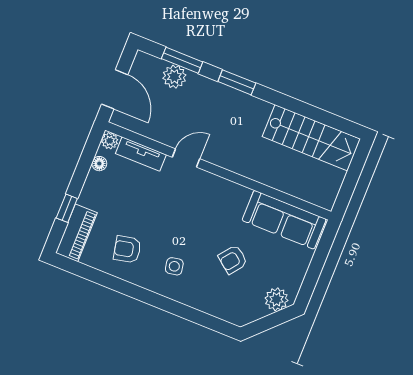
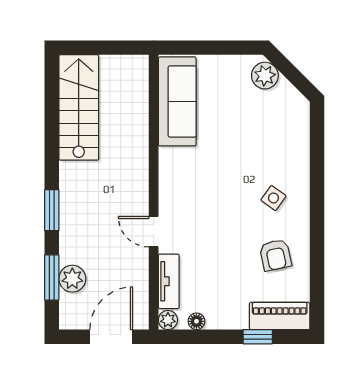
armchair: (233, 260) -> (241, 139), removed
side table: (174, 266) -> (273, 198), turned 45

